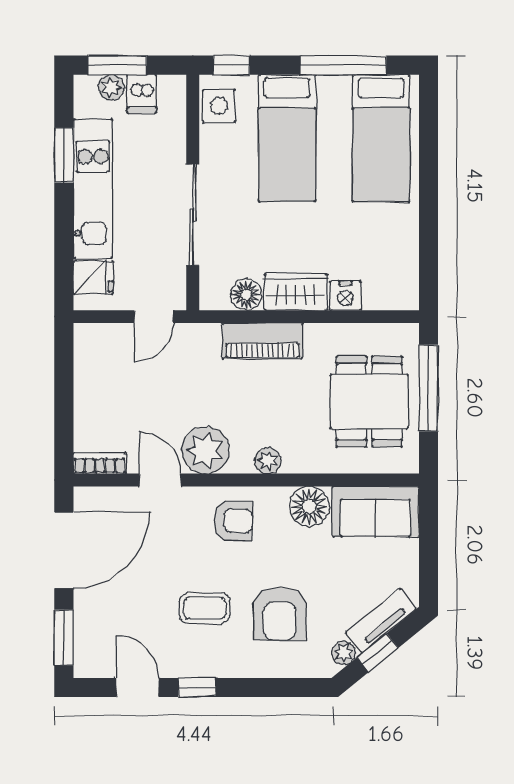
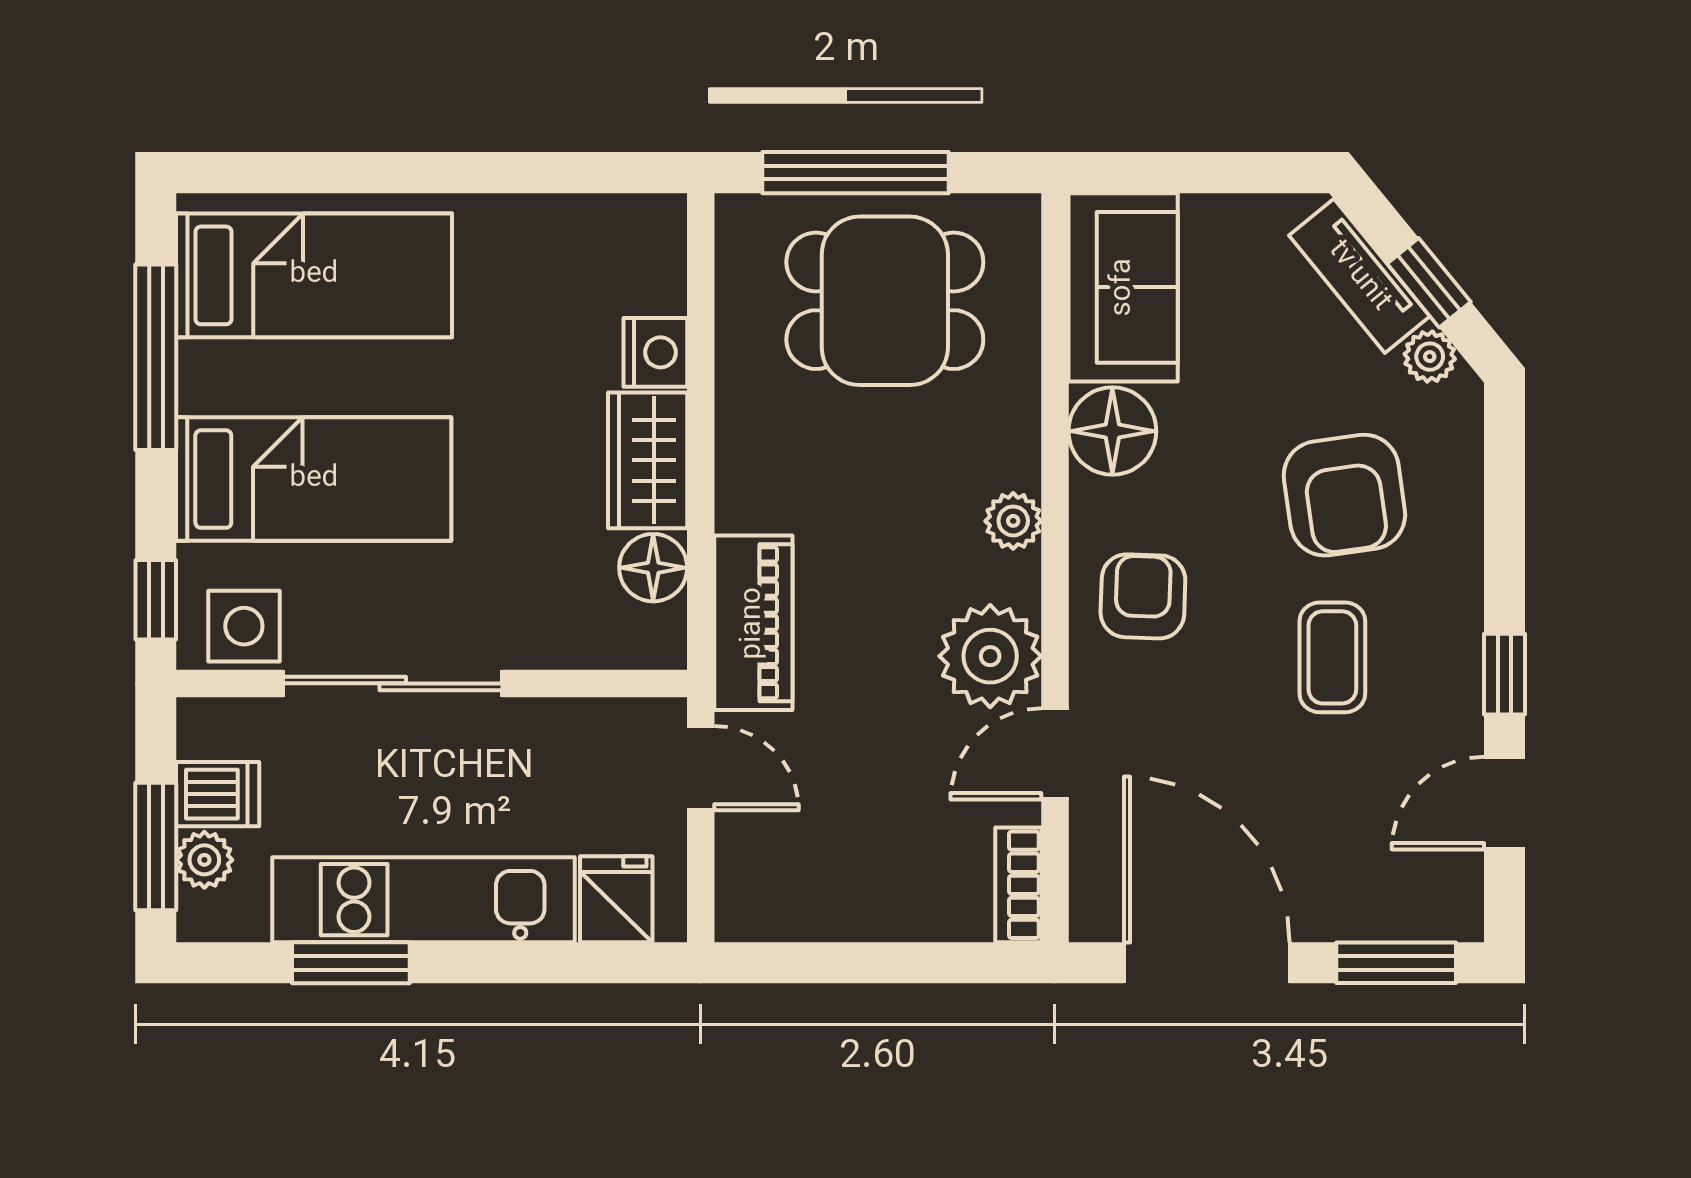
sliding door: (193, 215) -> (393, 683), moved
piano: (262, 341) -> (753, 623), moved
armchair: (280, 614) -> (1344, 495), turned 82

